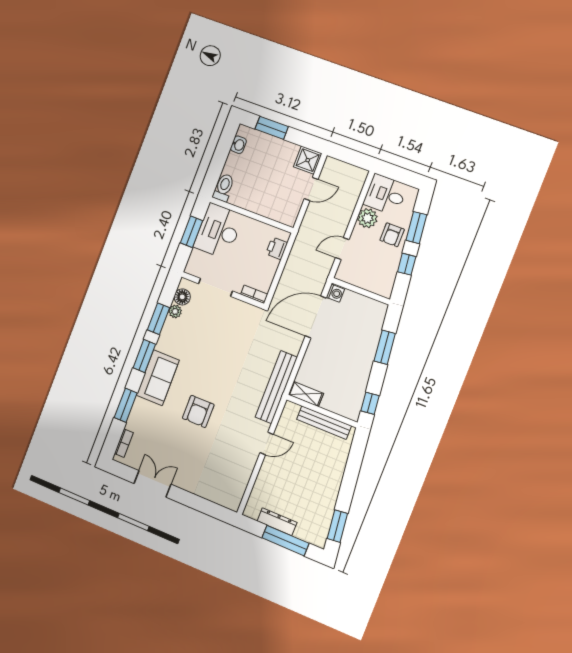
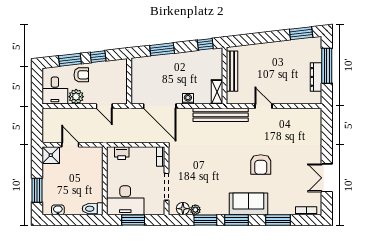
washing machine: (335, 293) -> (188, 99), moved
armchair: (198, 411) -> (261, 165), turned 90

